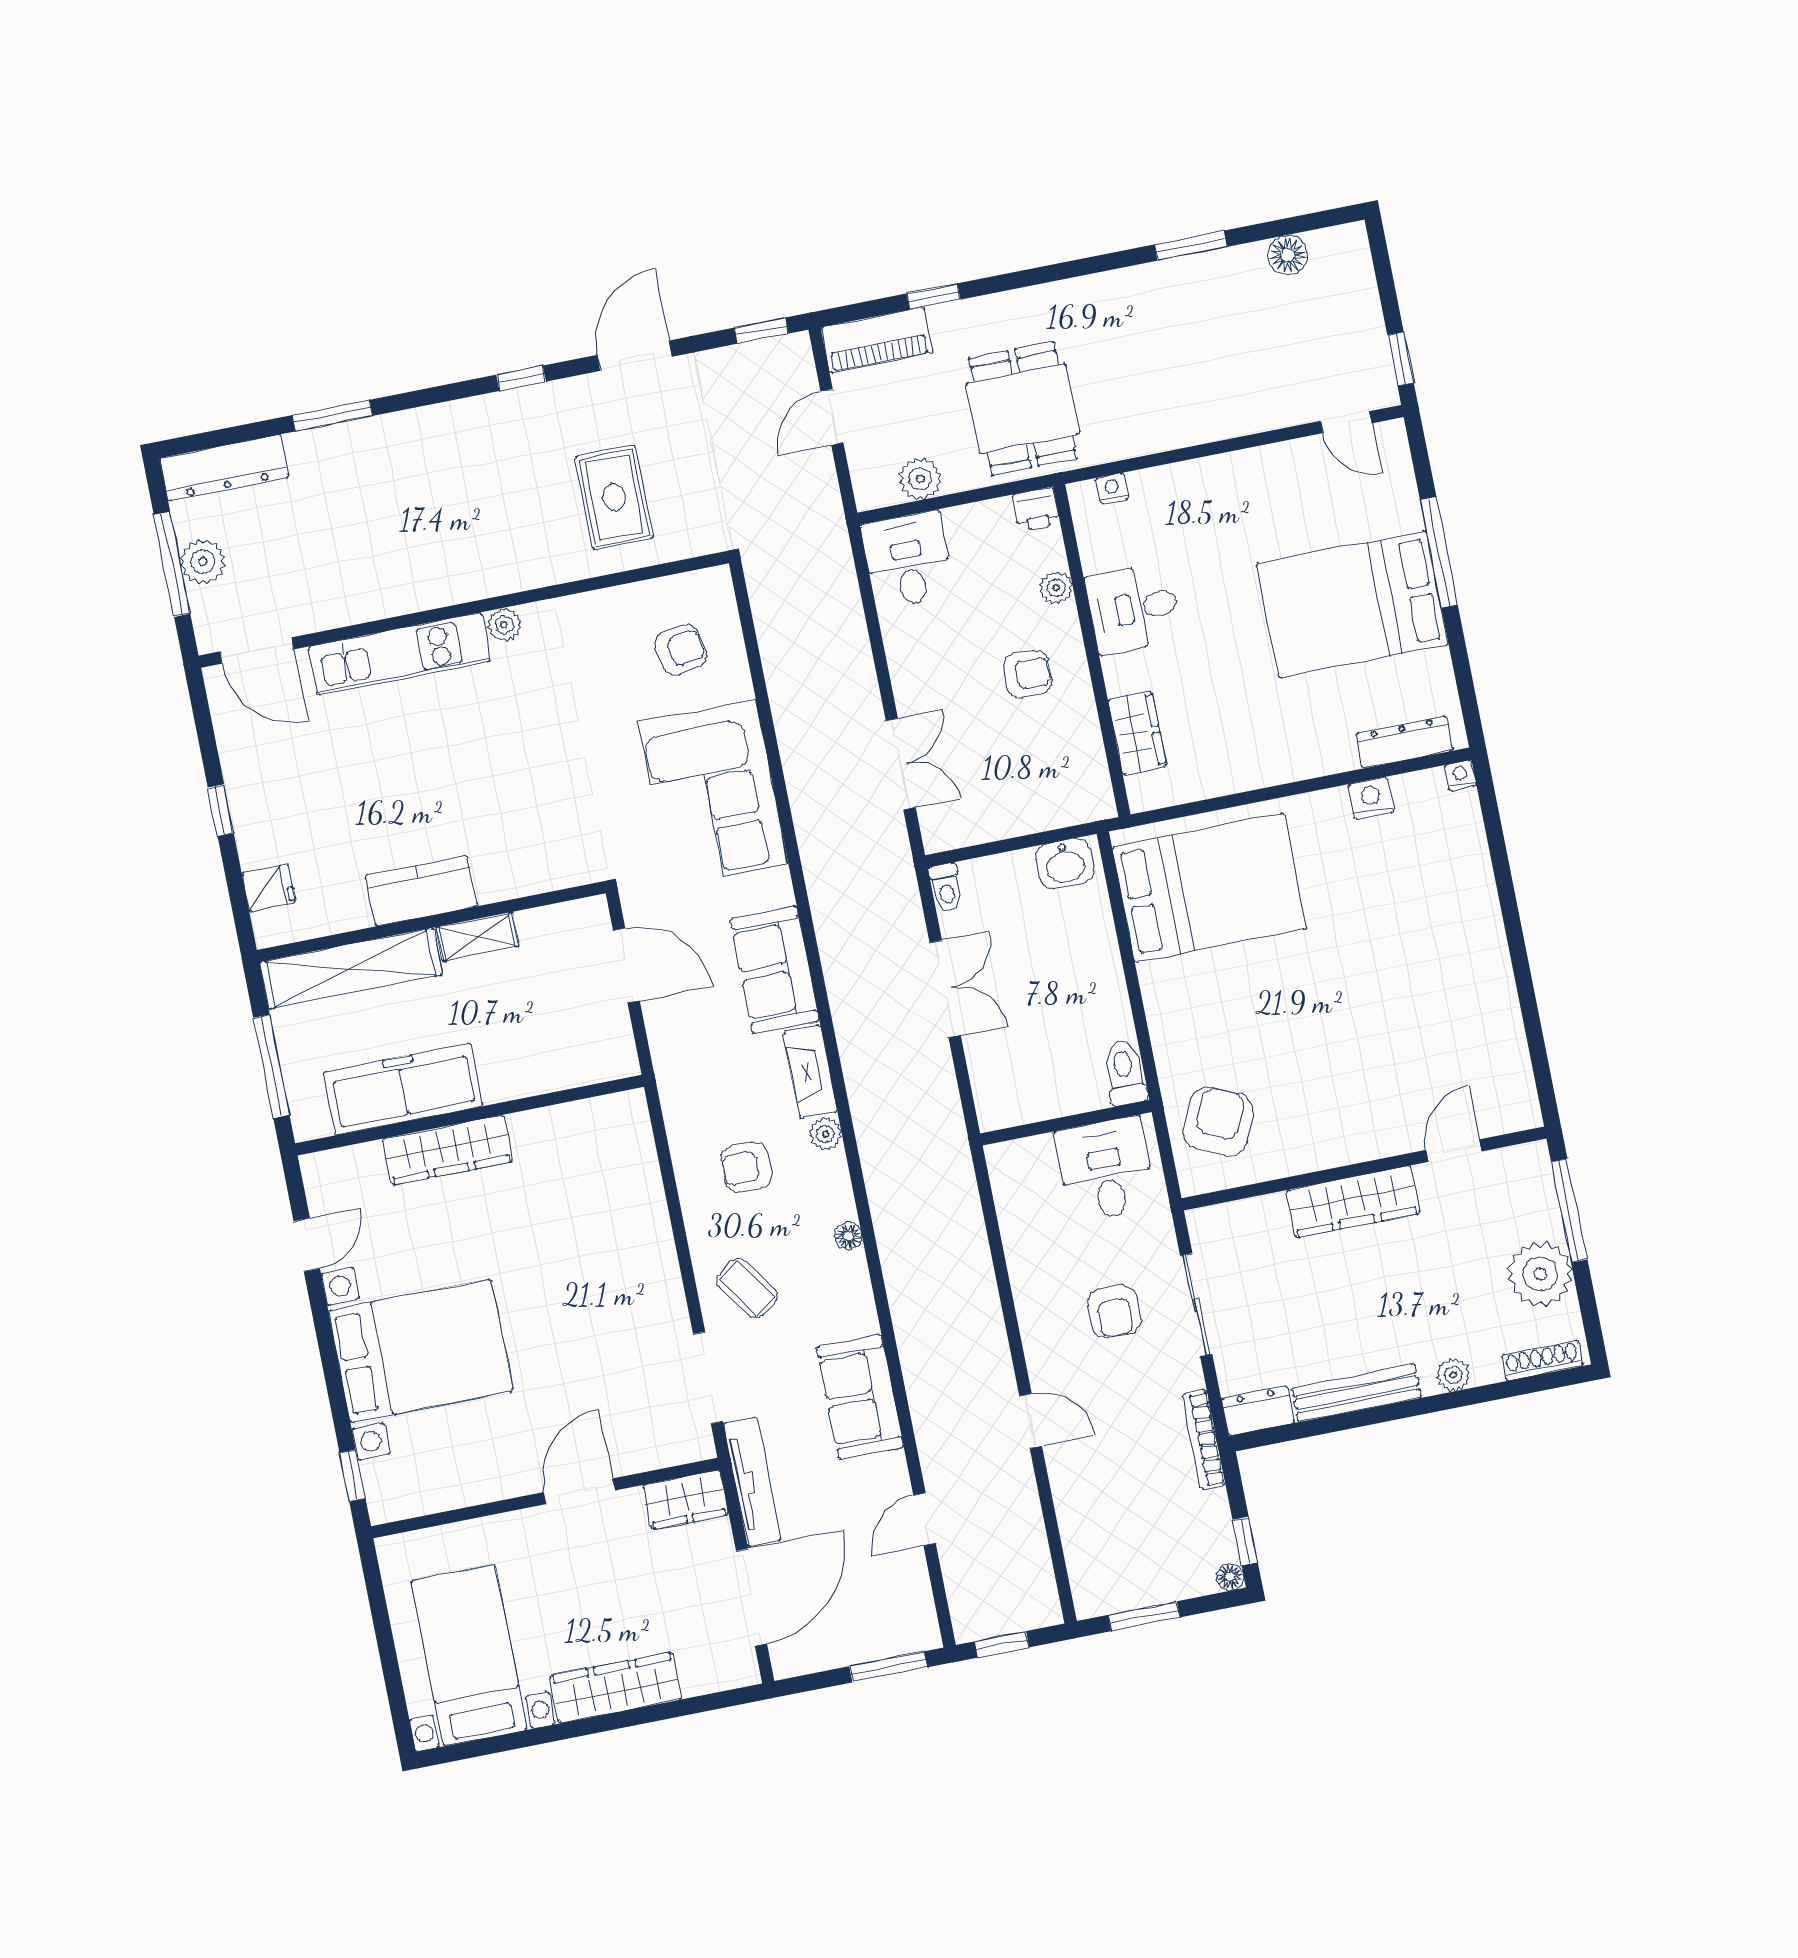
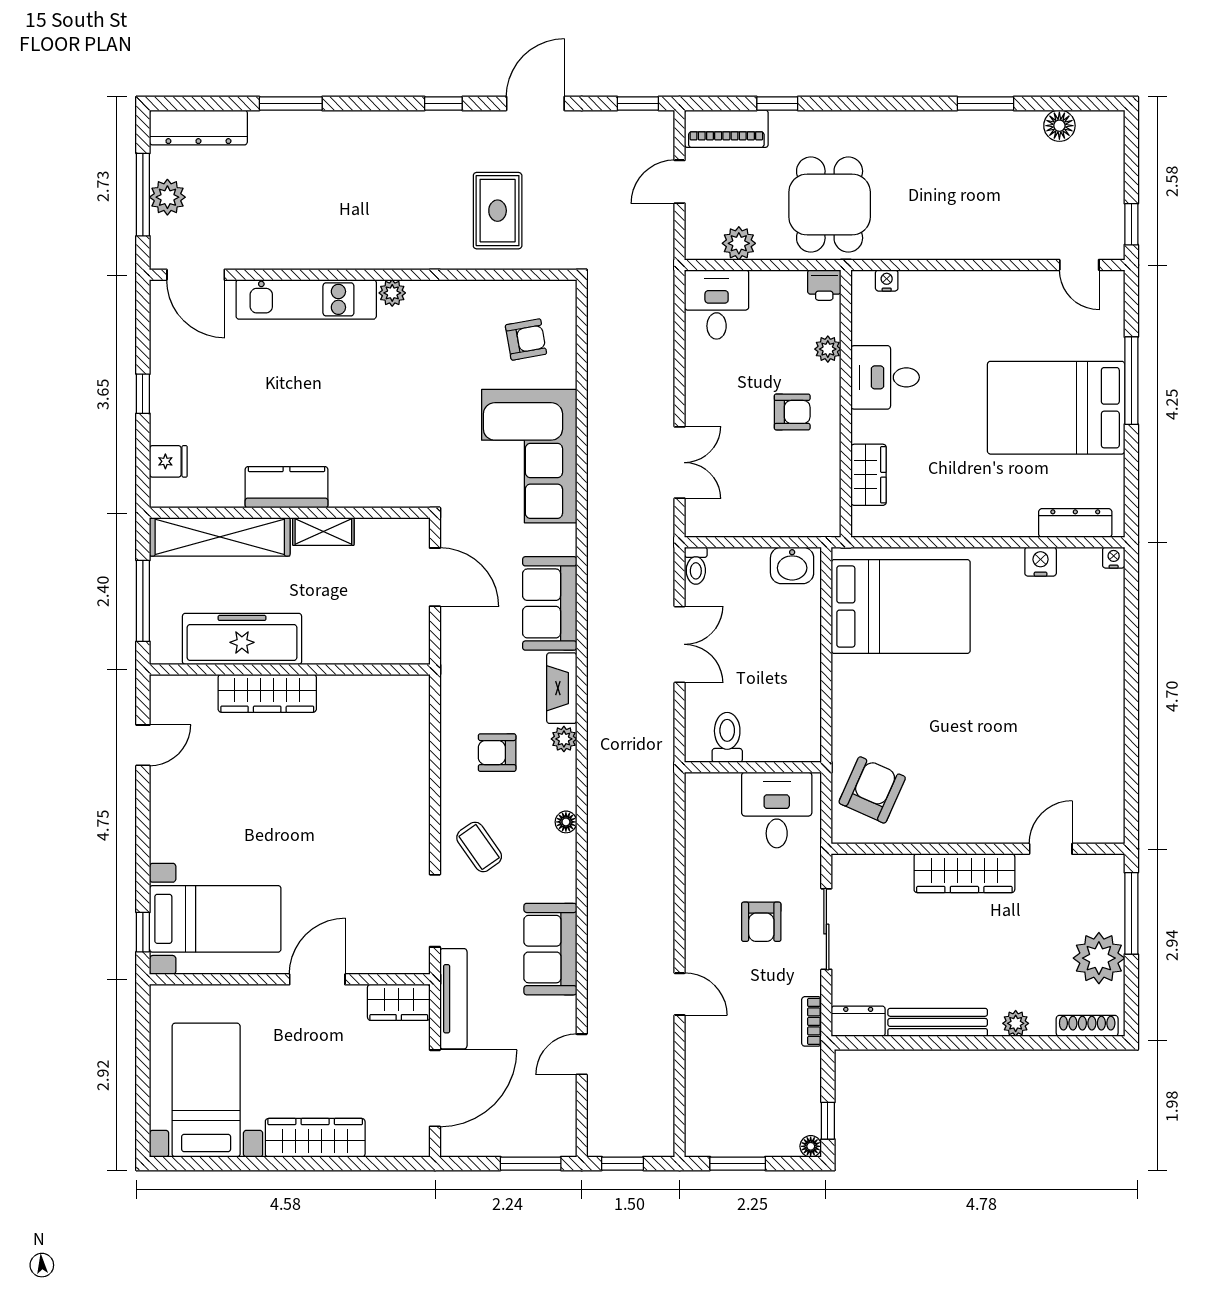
toilet: (1124, 1073) -> (727, 737), moved
bed with nightstands: (421, 1351) -> (215, 919), moved, width x0.73
bookcase: (1204, 1440) -> (812, 1021), width x0.64

